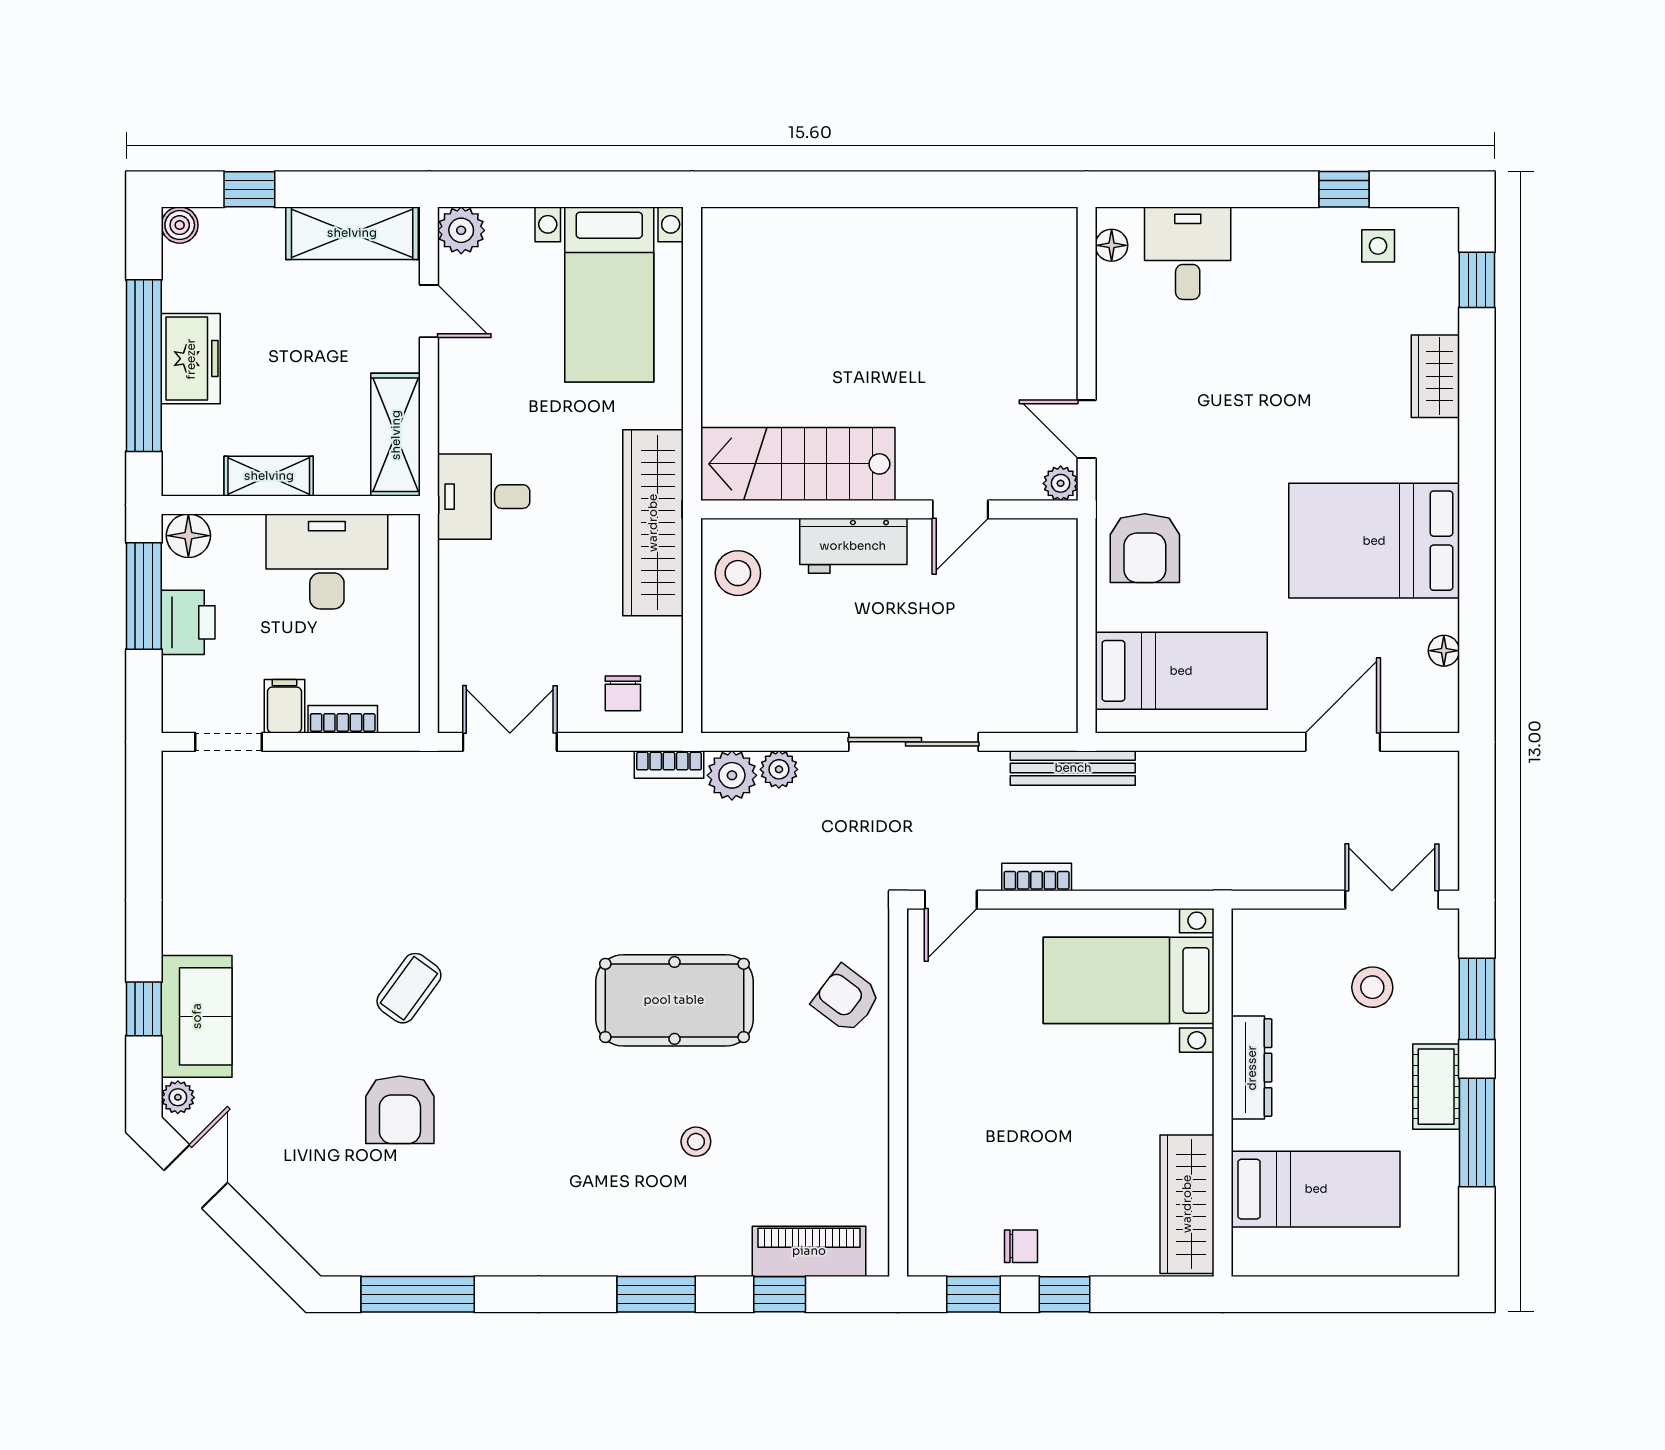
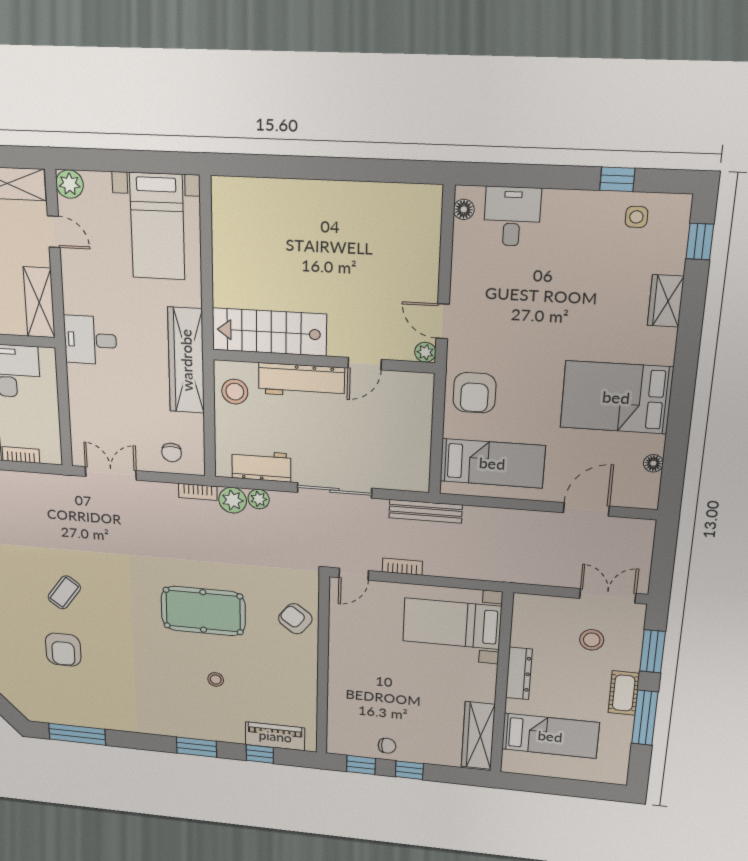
workbench: (853, 546) -> (301, 381), width x1.38
workbench: (784, 706) -> (261, 466), added

